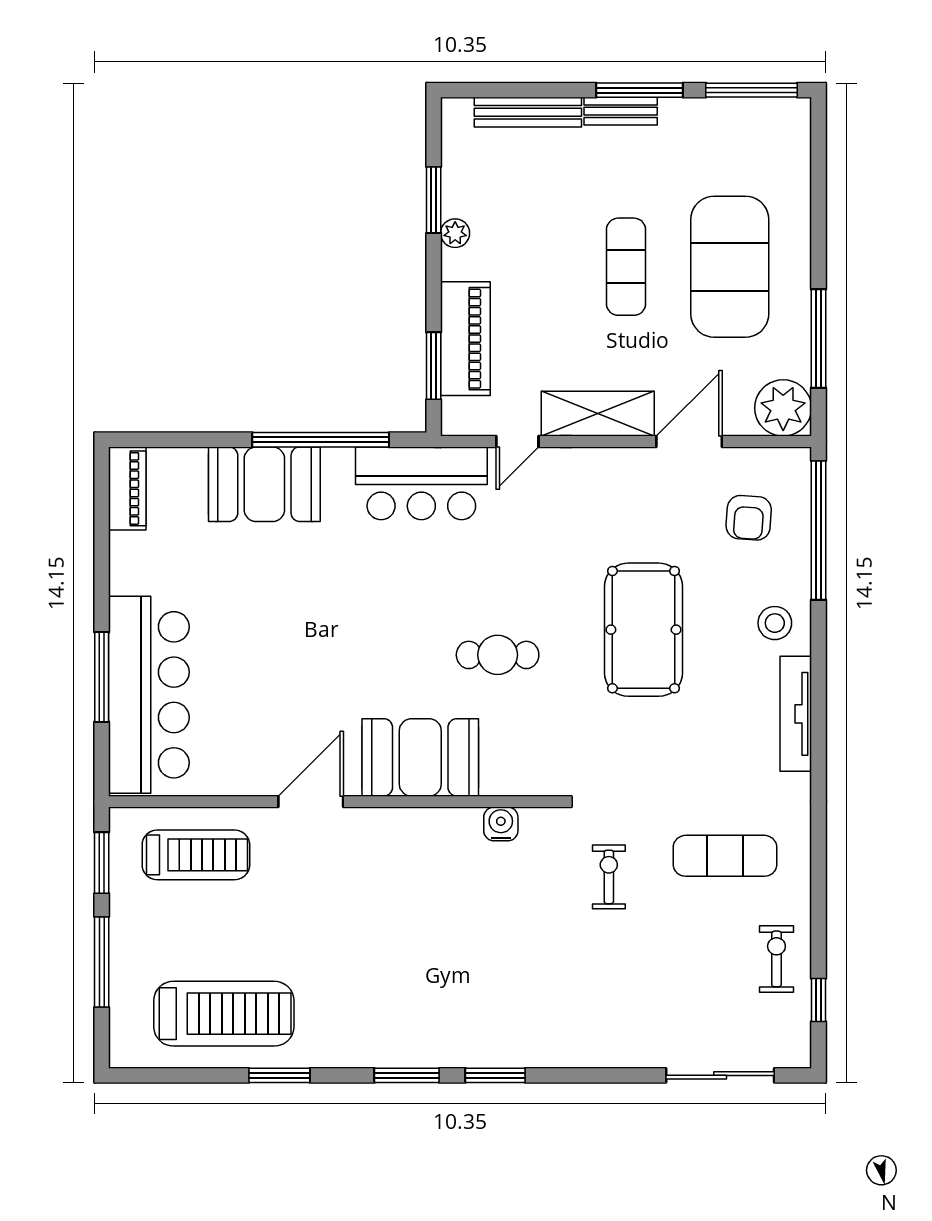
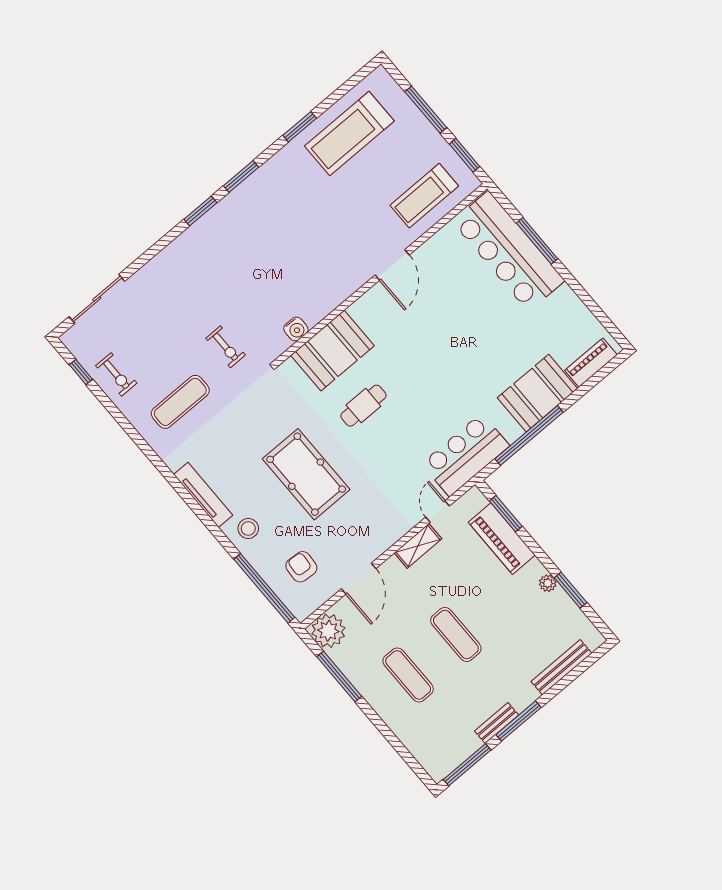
bench: (621, 111) -> (497, 723), moved
exercise mat: (730, 267) -> (408, 675), width x0.50, depth x0.69
shelving: (598, 414) -> (418, 546), width x0.67, depth x0.75
piano: (127, 488) -> (591, 363), moved, turned 90
booth: (420, 757) -> (333, 351), moved

